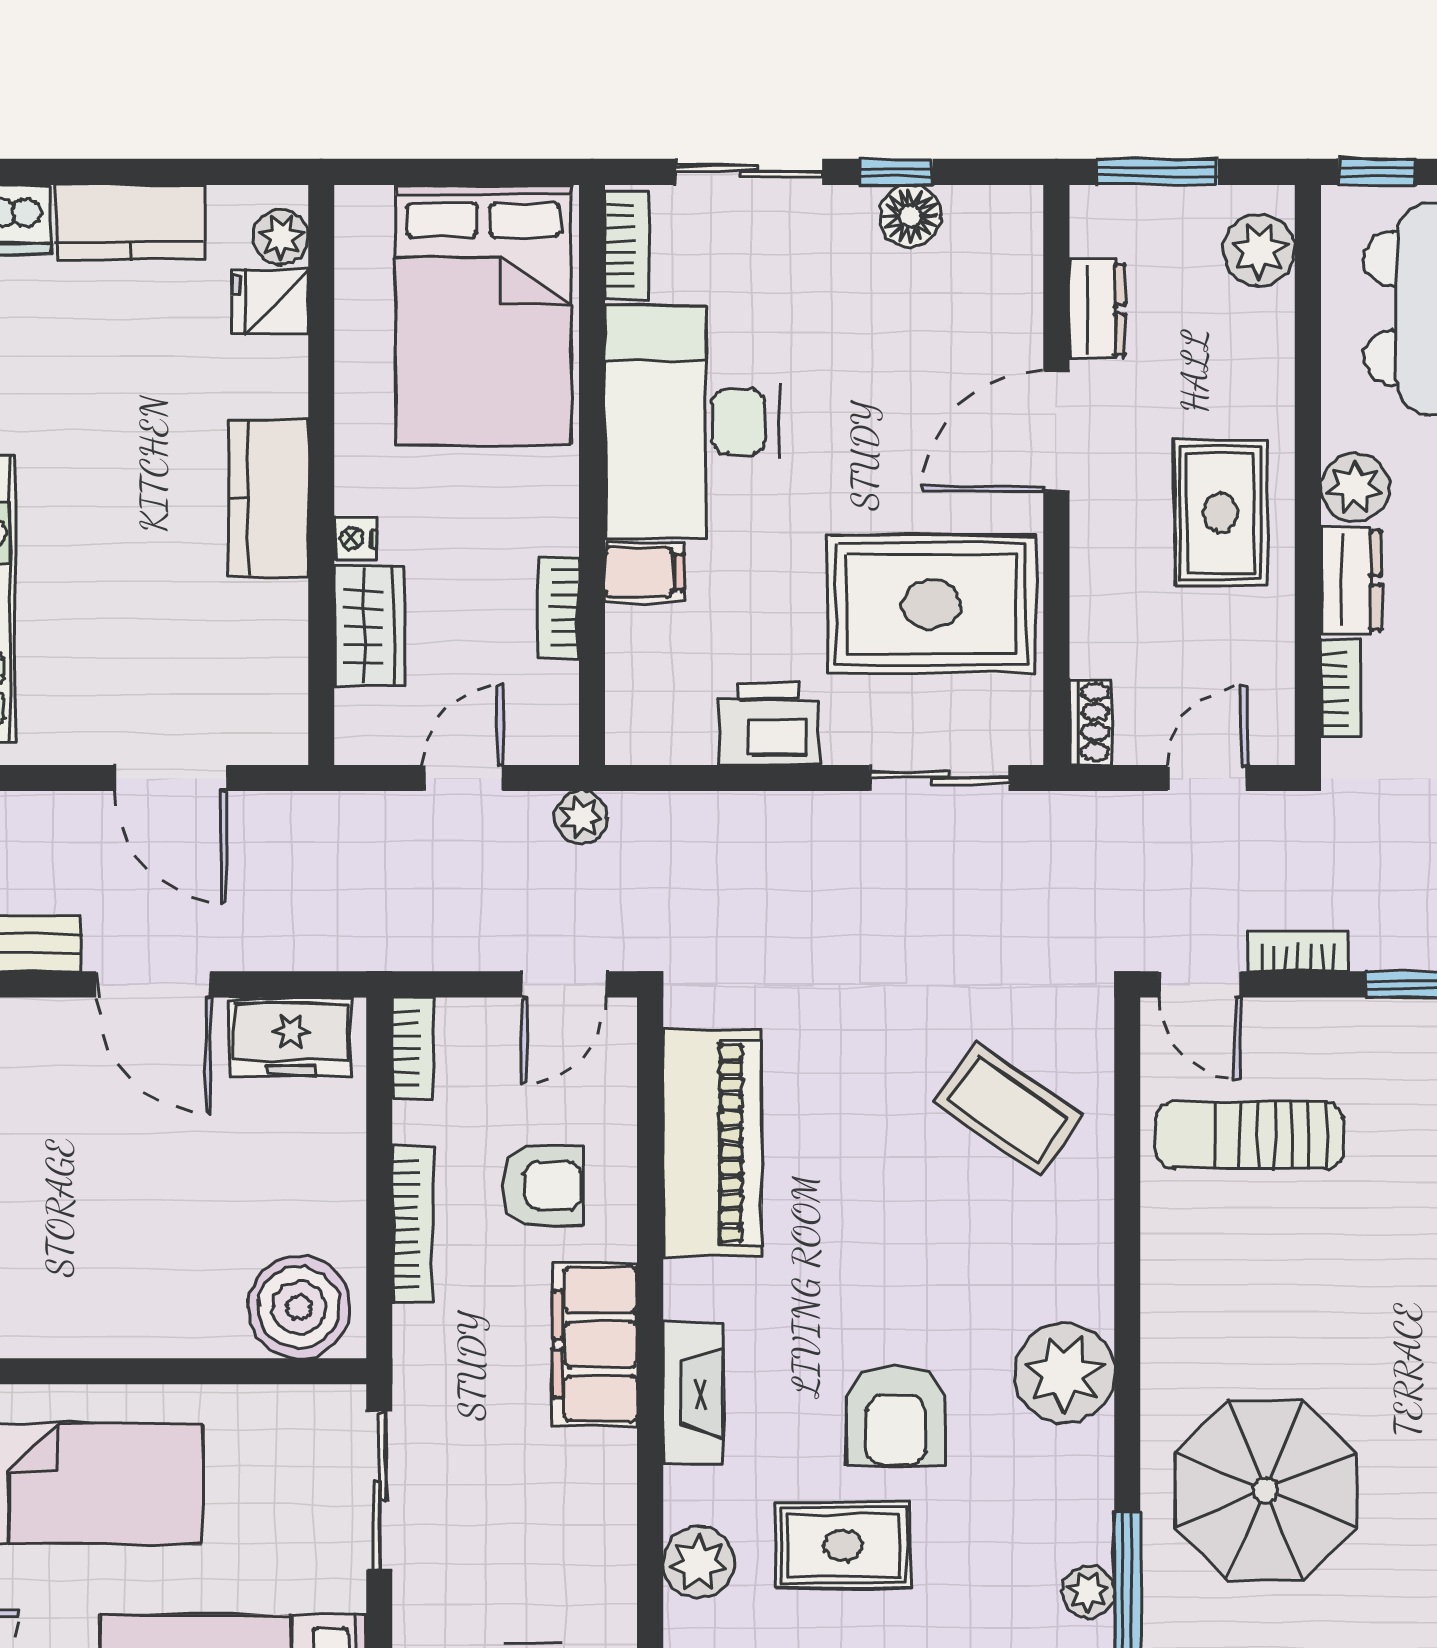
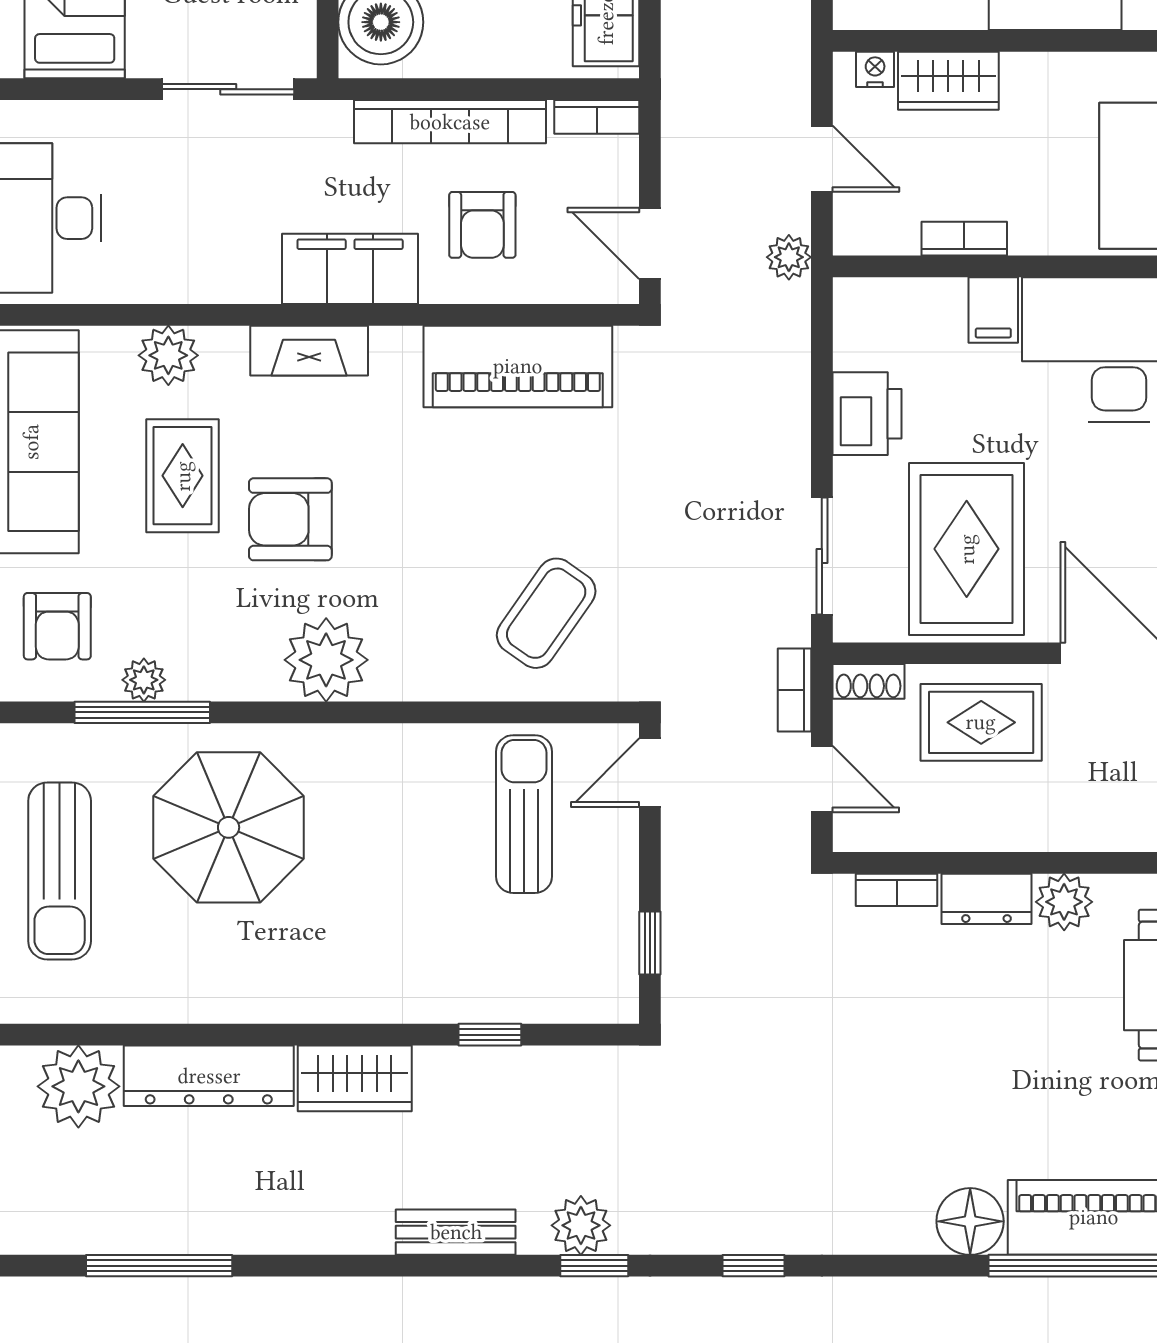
rug: (1220, 513) -> (981, 722), moved
nightstand: (355, 538) -> (875, 69), moved
bookcase: (1298, 952) -> (795, 690), moved, turned 180
bookcase: (412, 1224) -> (450, 122), width x1.48, depth x1.31

